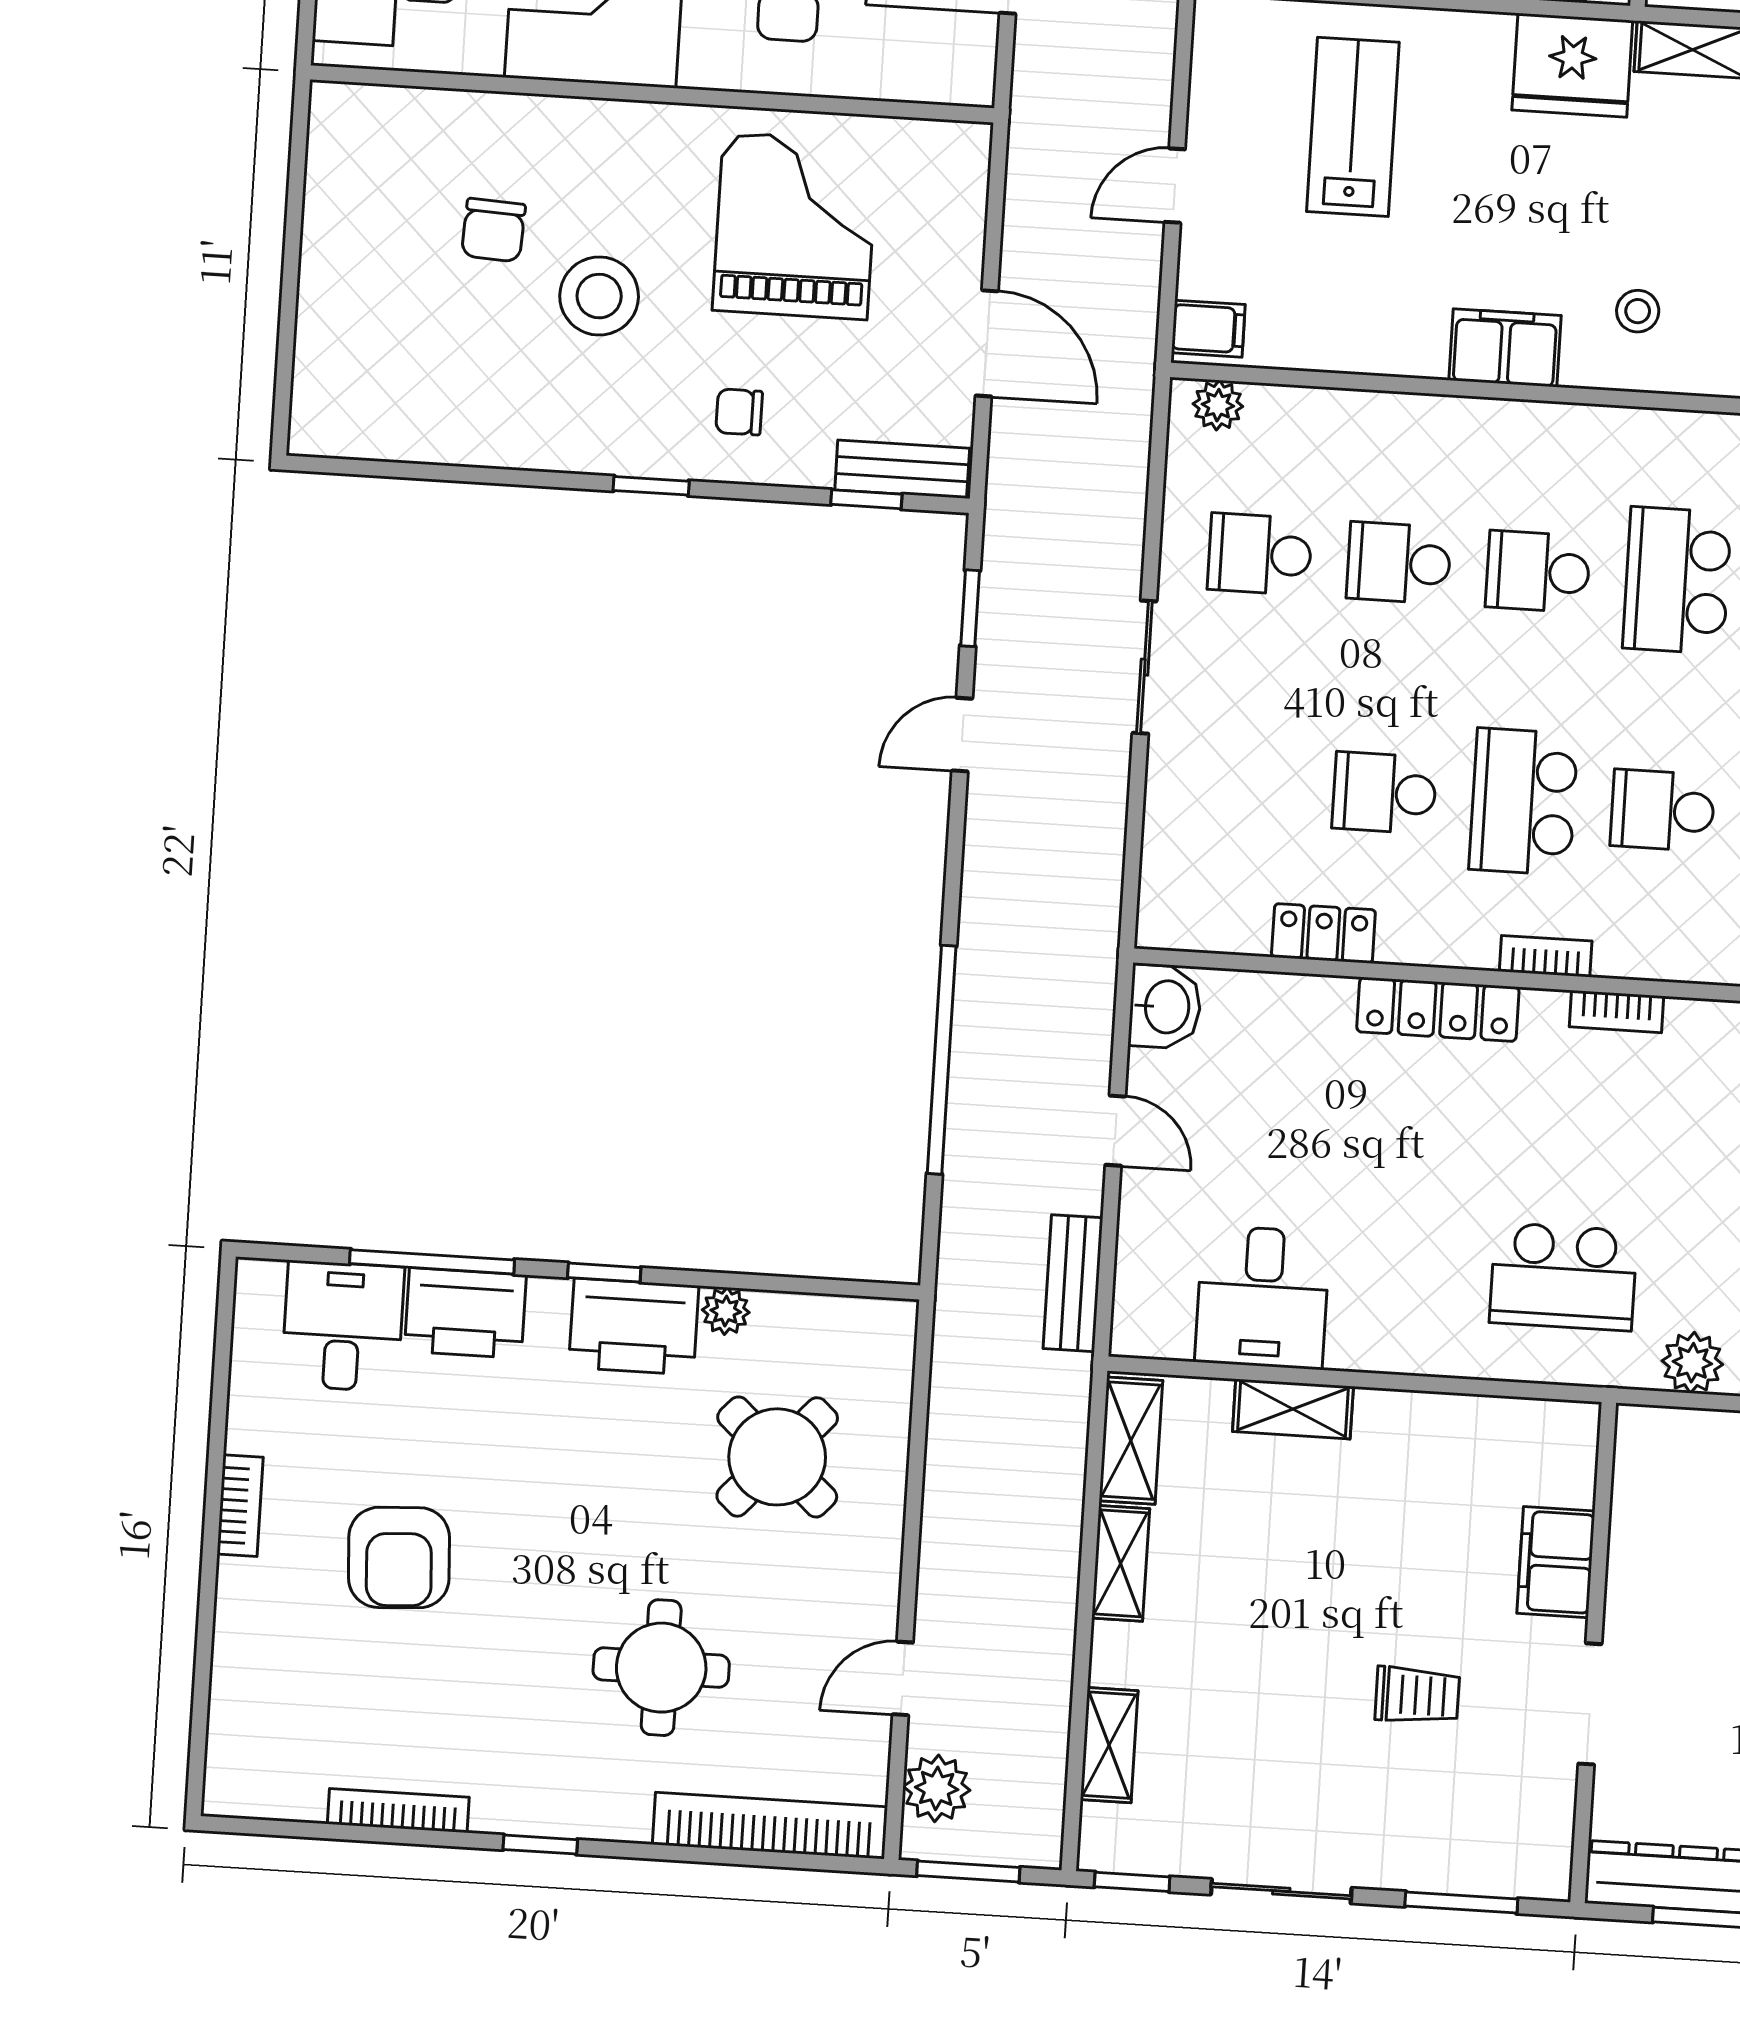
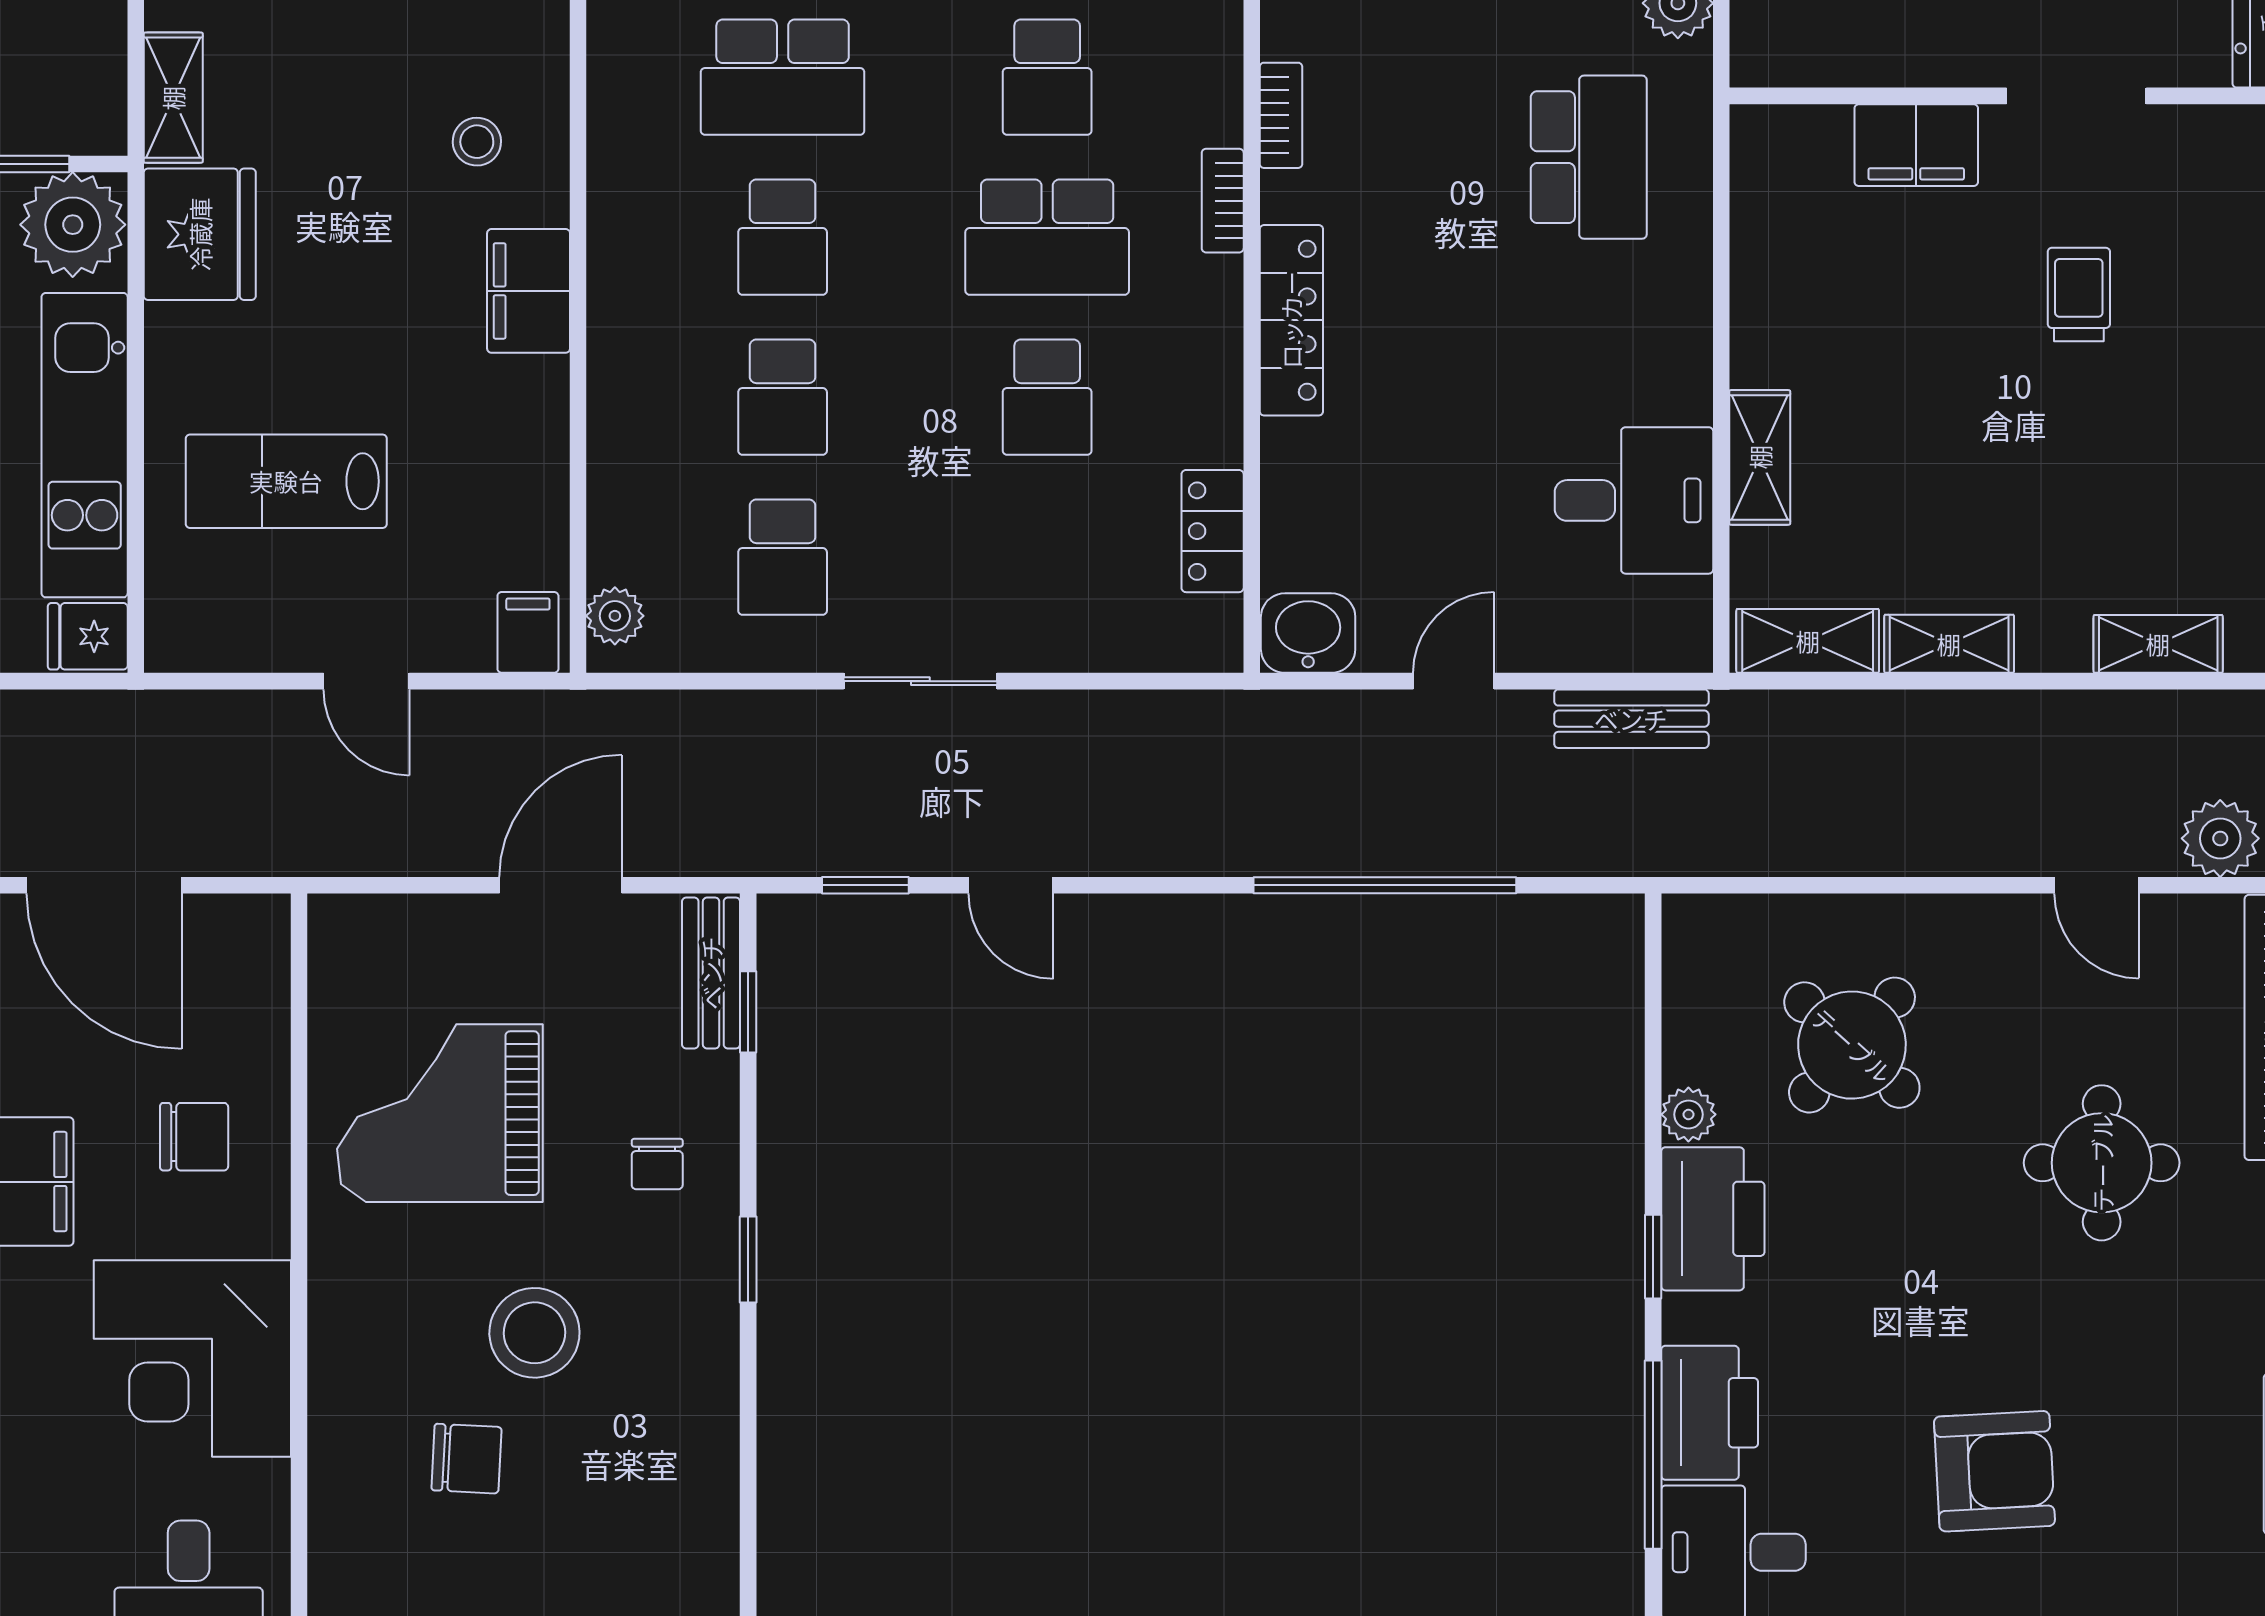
locker: (1323, 933) -> (1213, 531), moved

